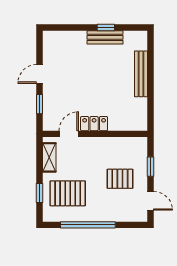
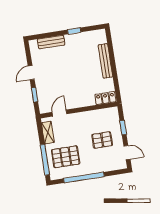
bench: (105, 37) -> (51, 42), moved
locker: (94, 124) -> (105, 98), moved
window: (39, 193) -> (45, 160), width x2.17

